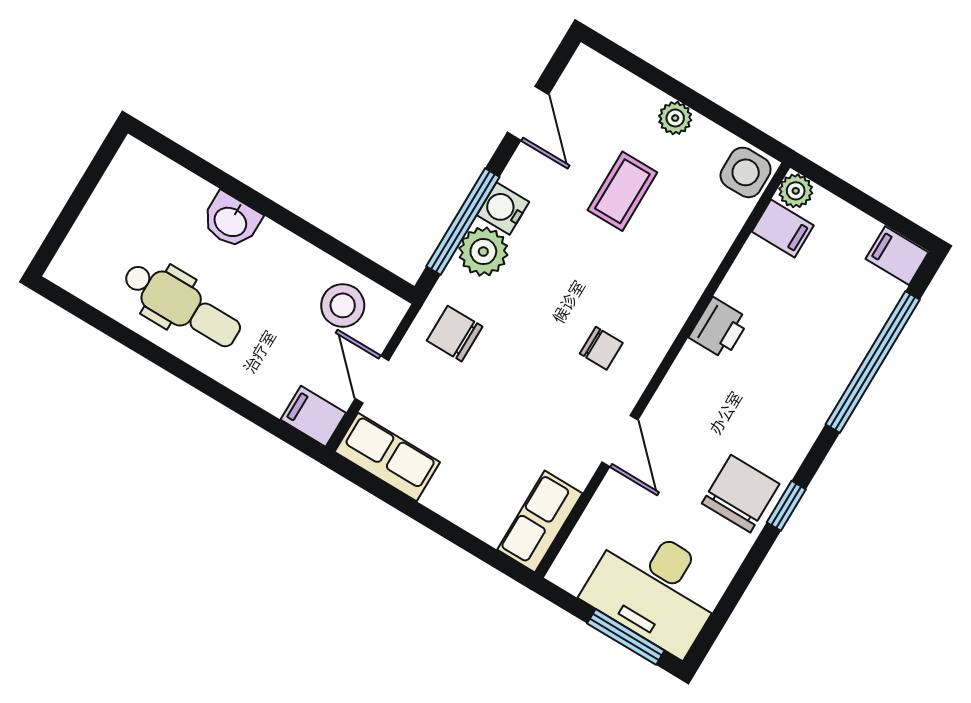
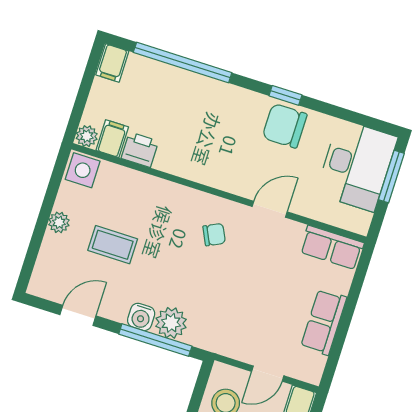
printer: (719, 328) -> (140, 150), moved
chair: (455, 334) -> (227, 329), removed
chair: (601, 348) -> (214, 235), turned 64
row of seats: (387, 457) -> (324, 322), moved

